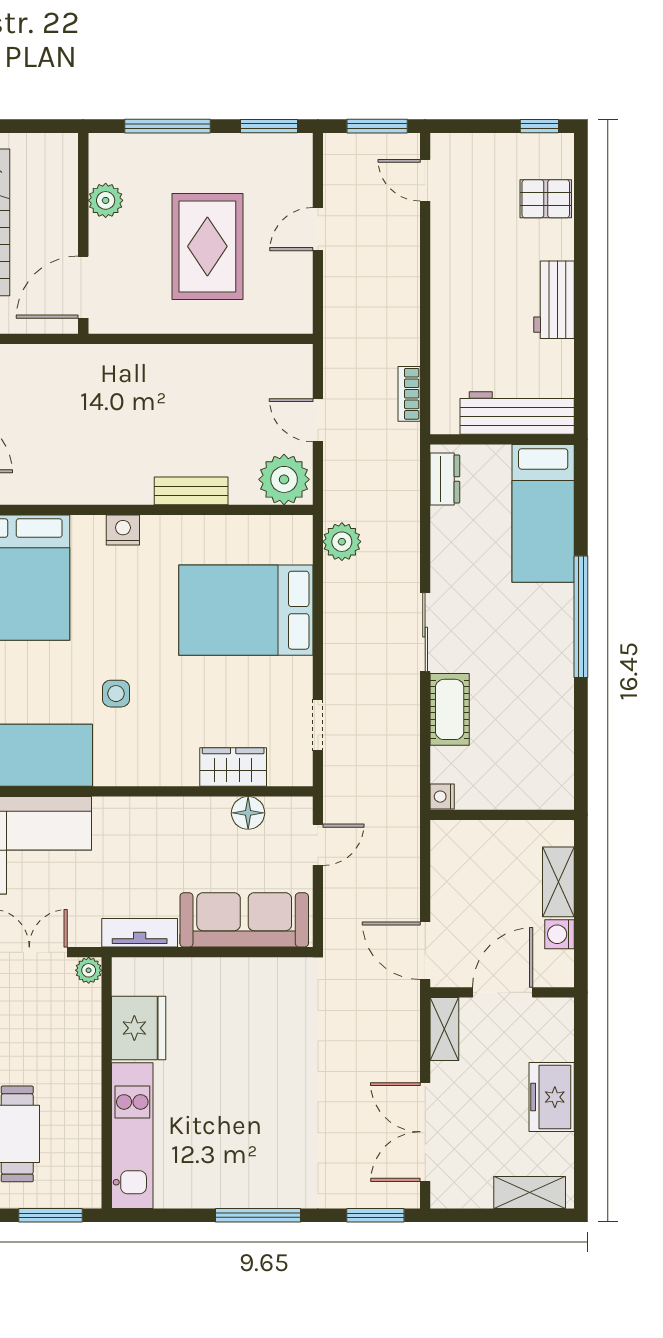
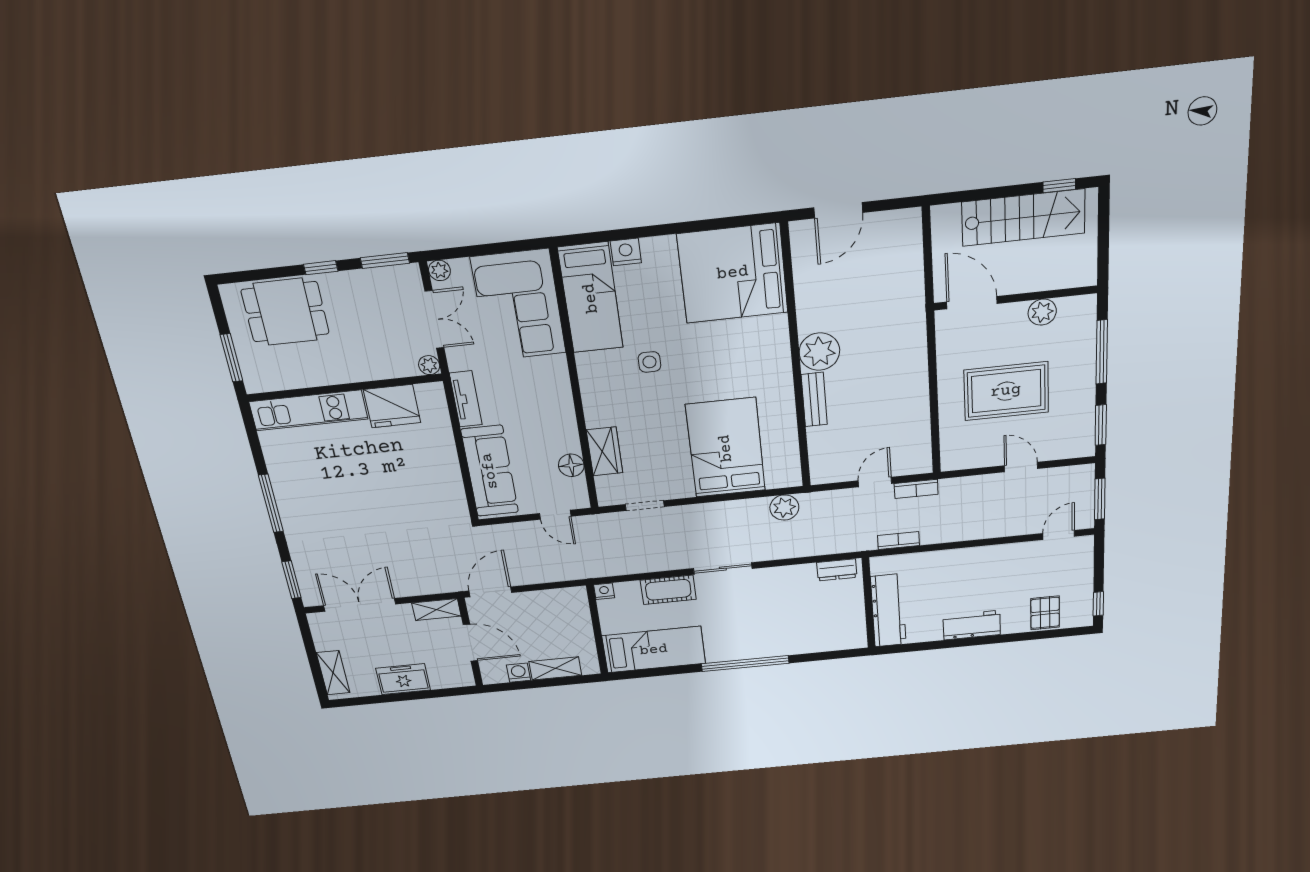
bookcase: (334, 367) -> (916, 489), added
plant: (284, 479) -> (819, 352), moved
bed: (543, 513) -> (654, 650), moved, turned 180
nightstand: (123, 530) -> (779, 353), removed

